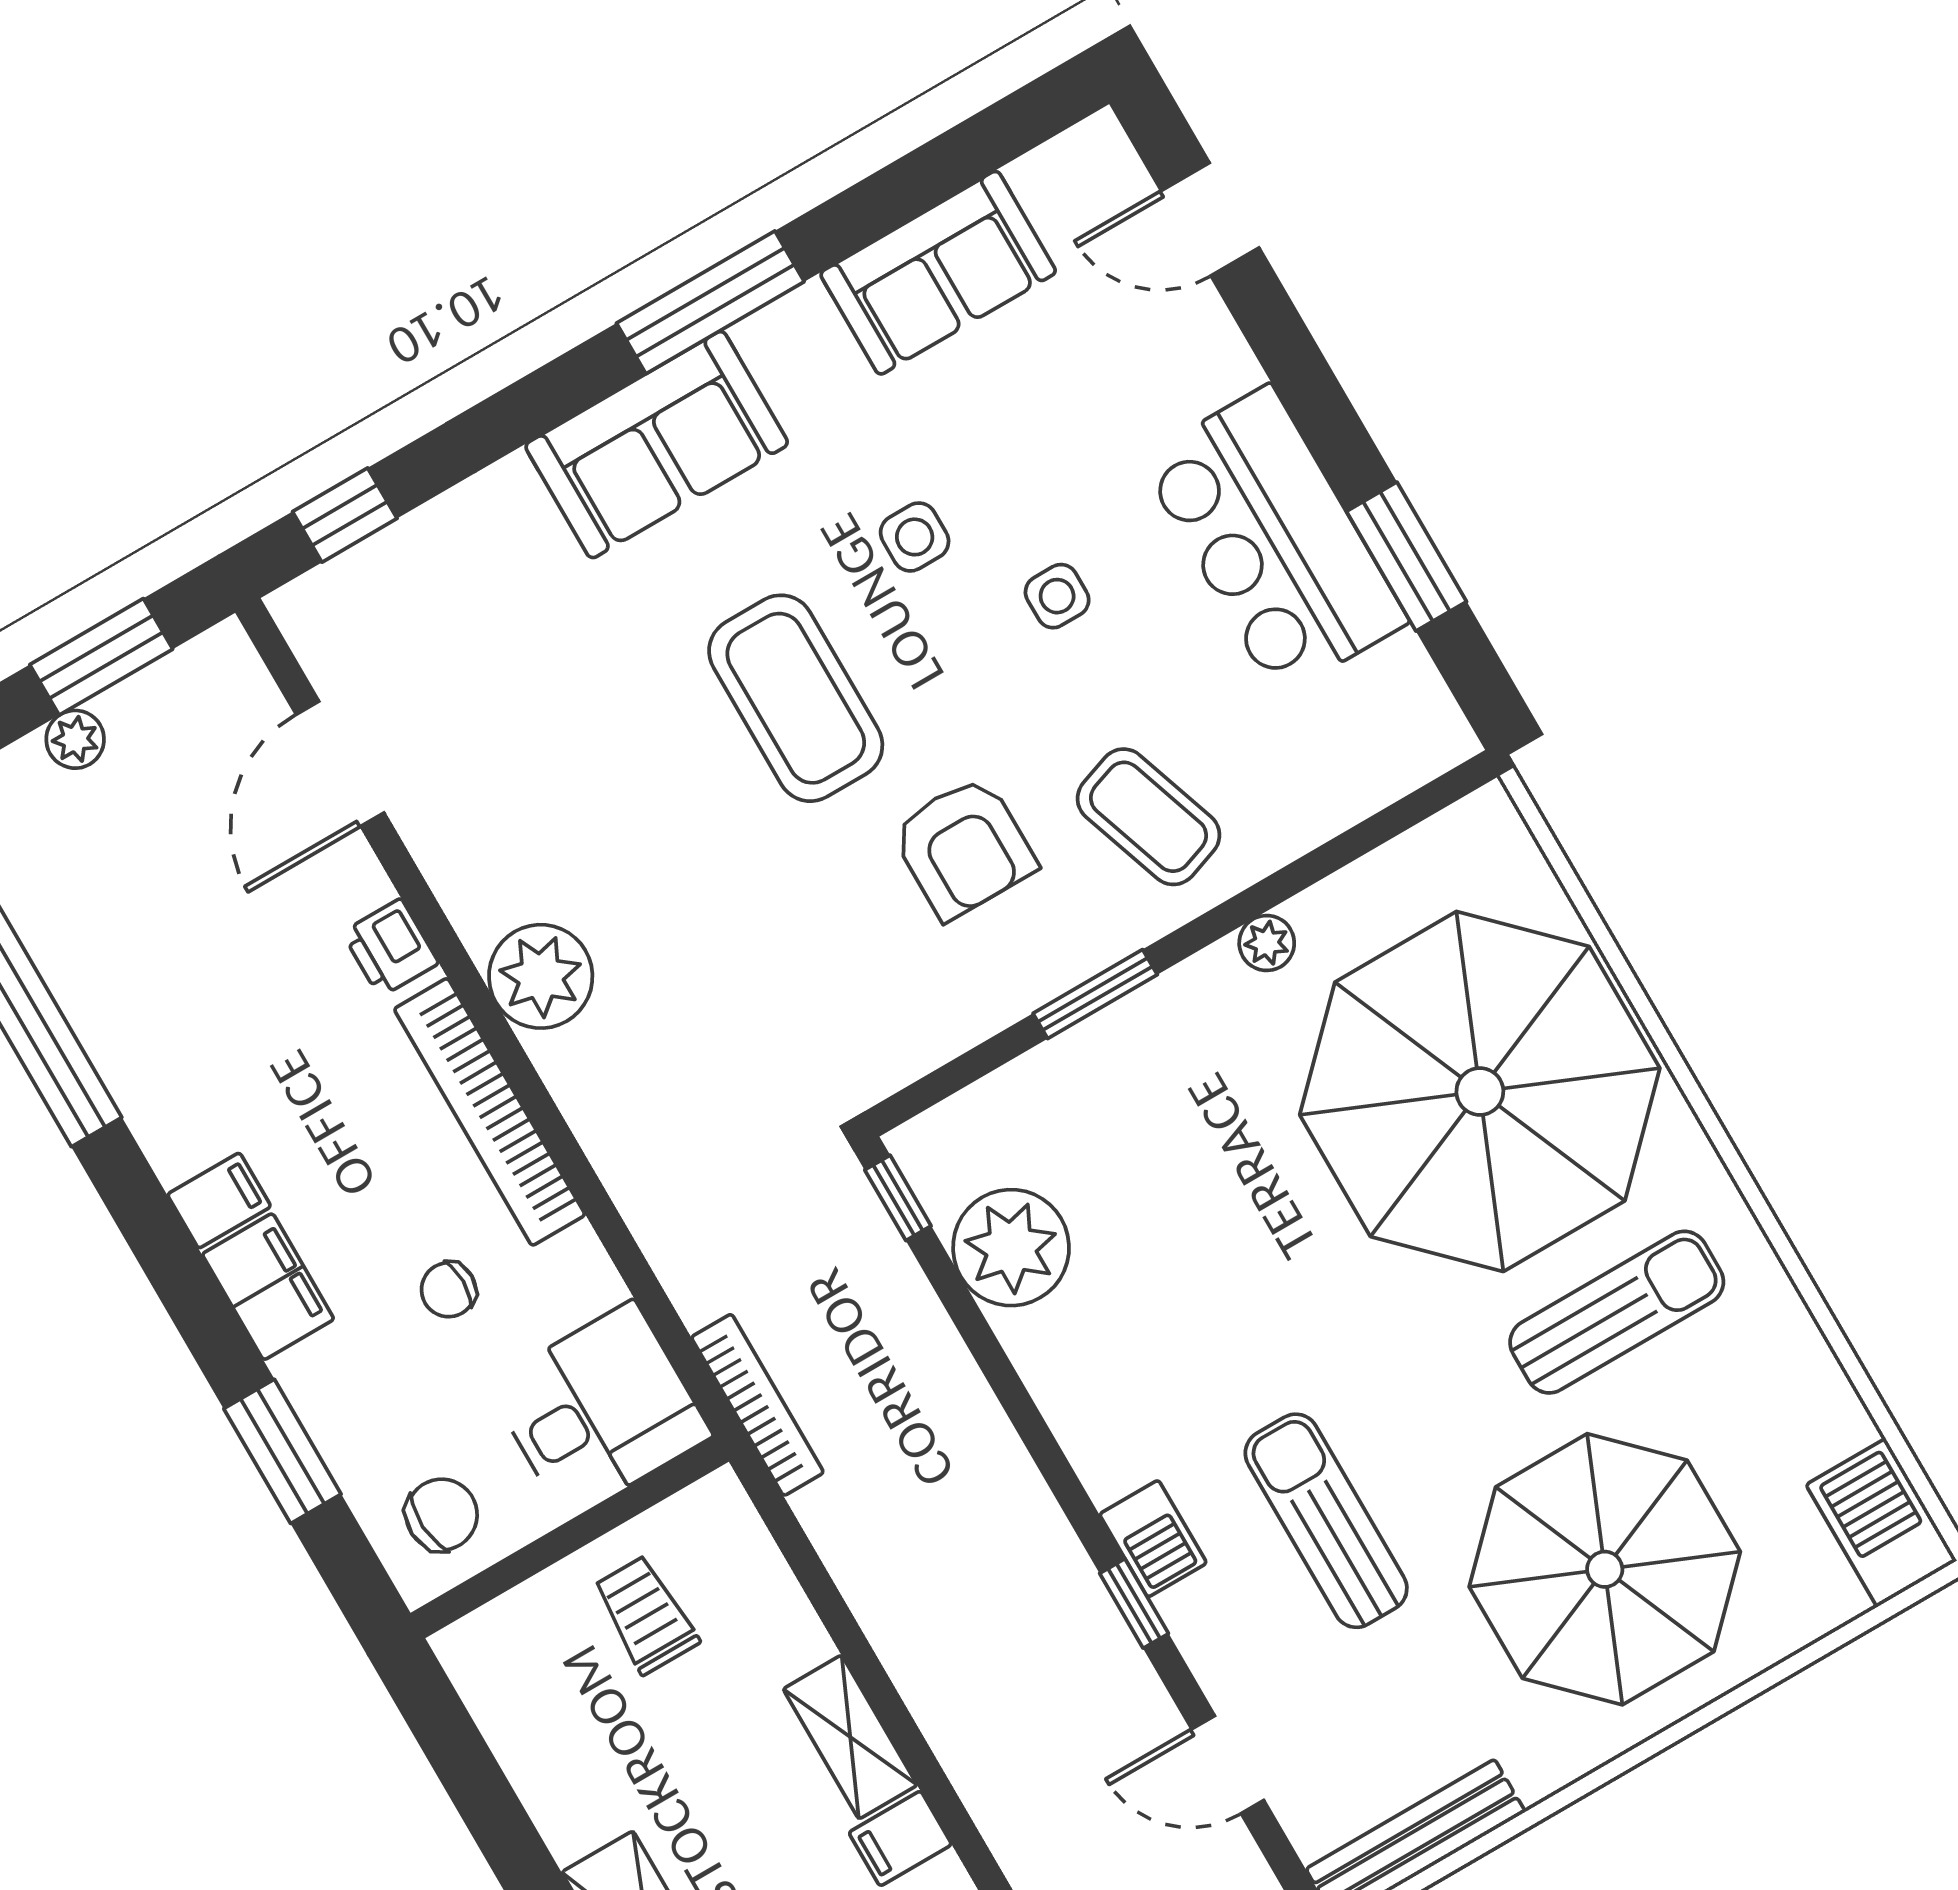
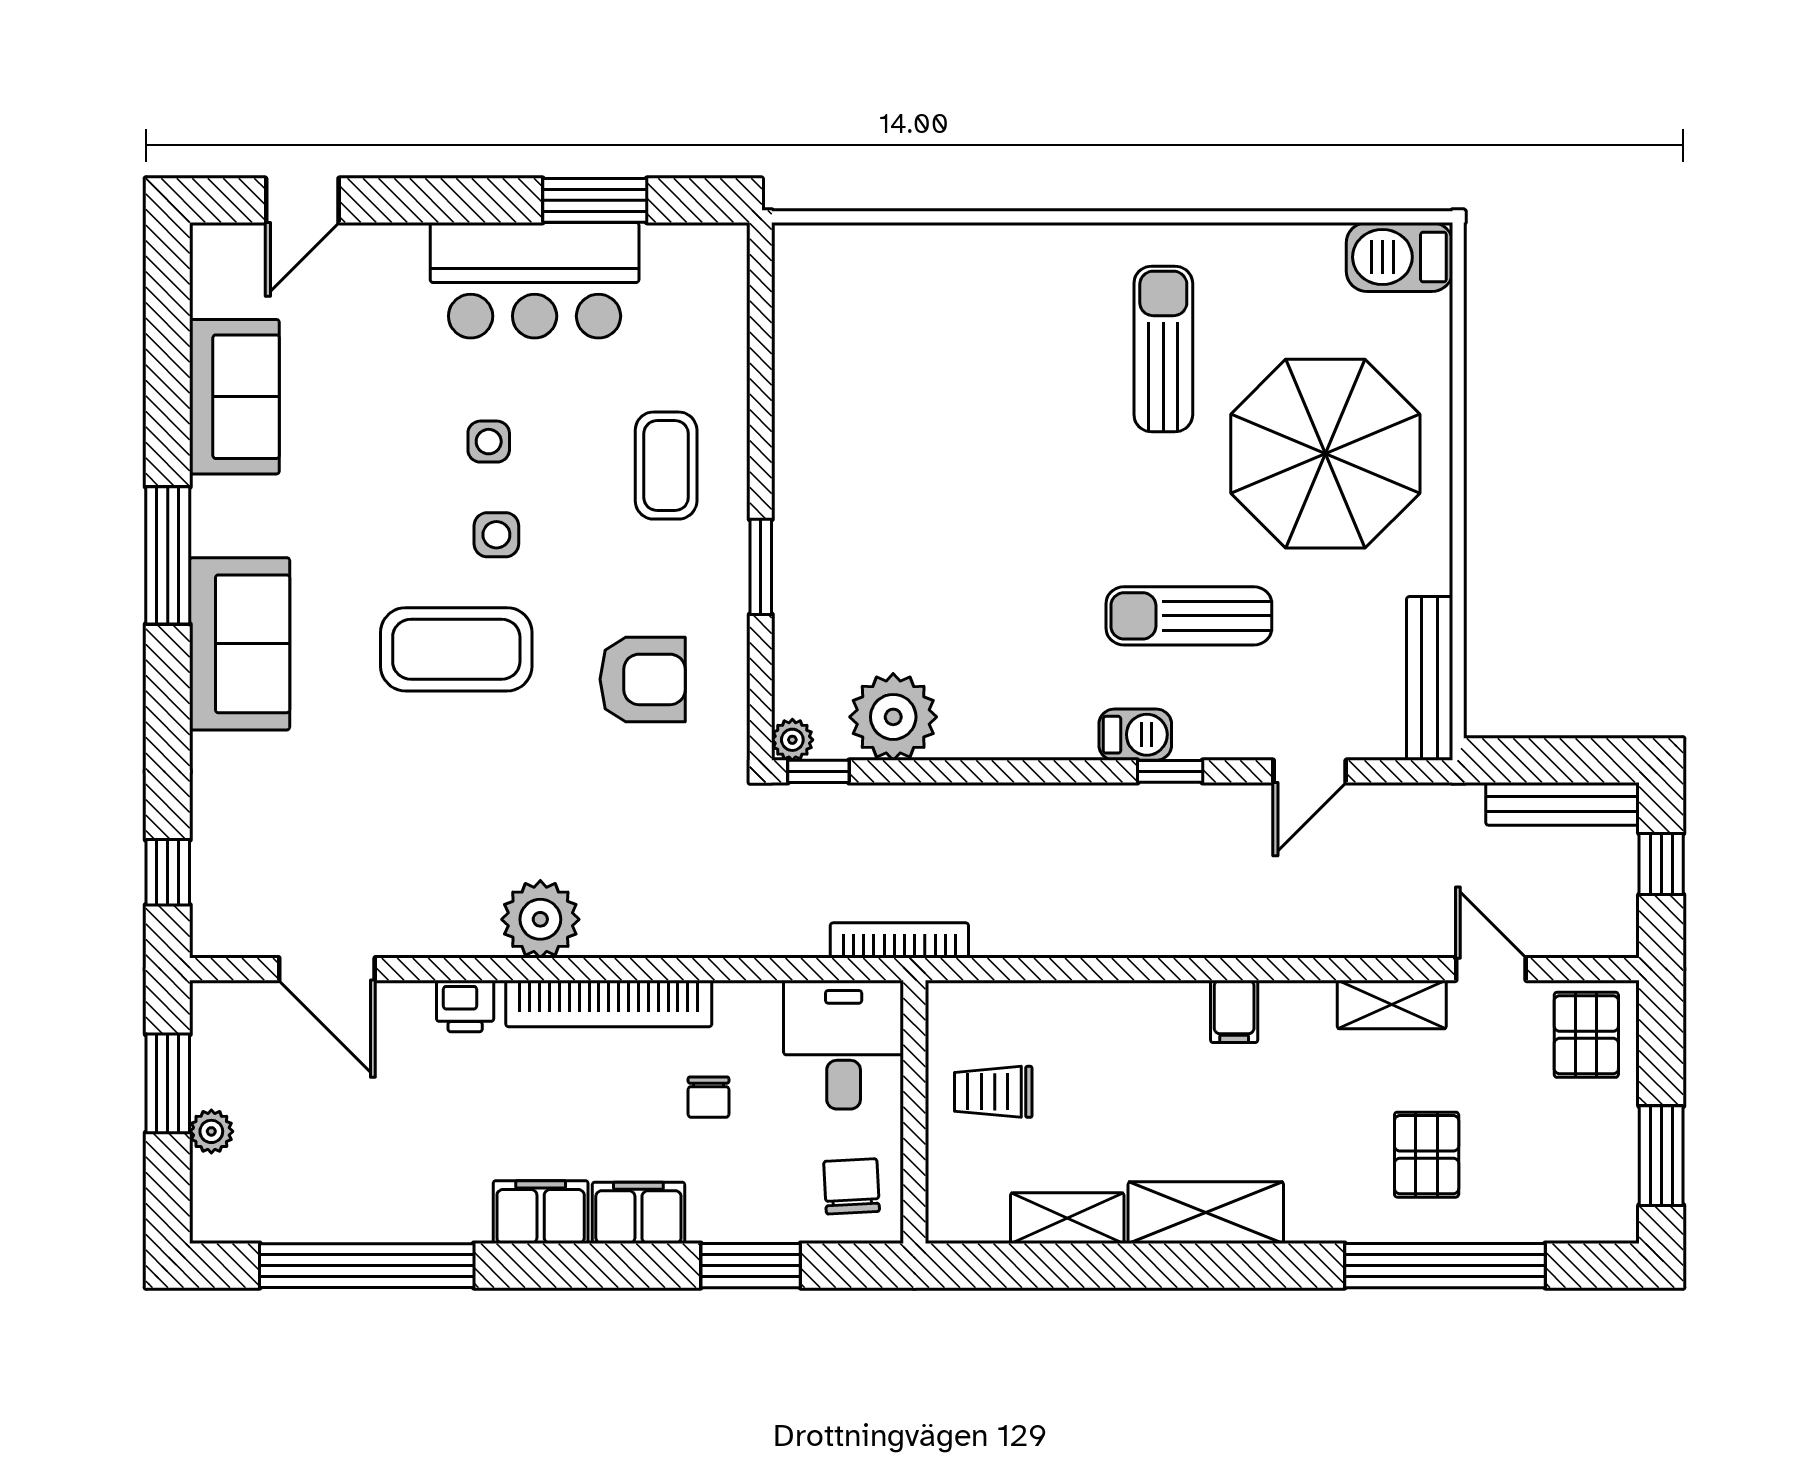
side table: (915, 537) -> (496, 535), moved
coffee table: (1149, 817) -> (666, 466), turned -71
armchair: (964, 848) -> (643, 679), moved
plant: (1267, 943) -> (792, 740), moved
parasol: (1480, 1091) -> (969, 354), removed
filing cabinet: (219, 1201) -> (541, 1212), width x2.00
shelving: (850, 1737) -> (1067, 1218), moved

